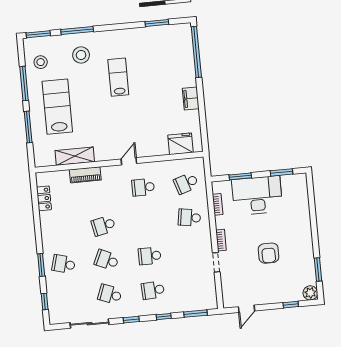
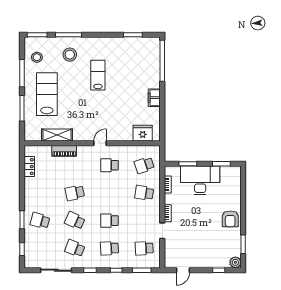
armchair: (269, 253) -> (230, 219), moved
school desk: (196, 286) -> (144, 248), added

